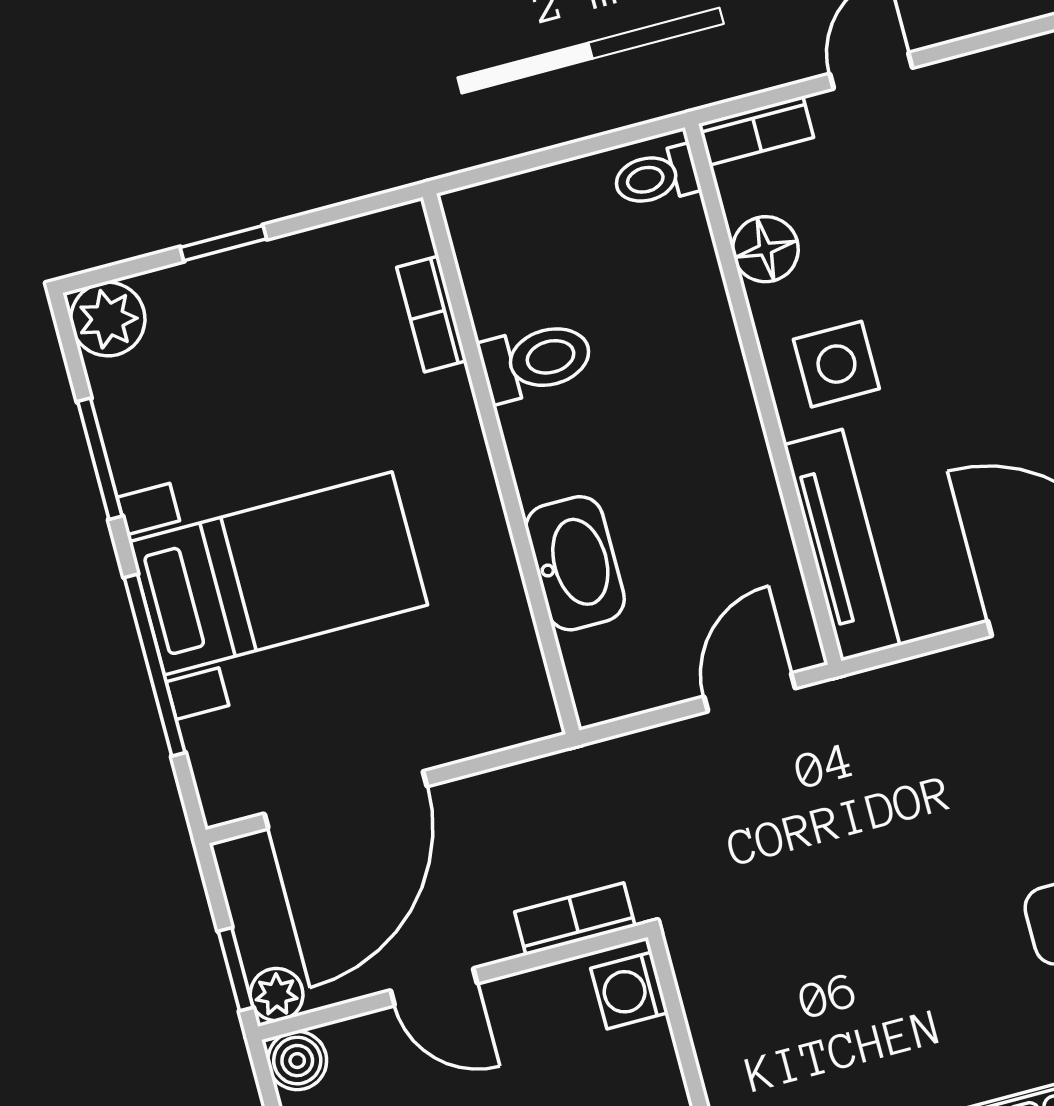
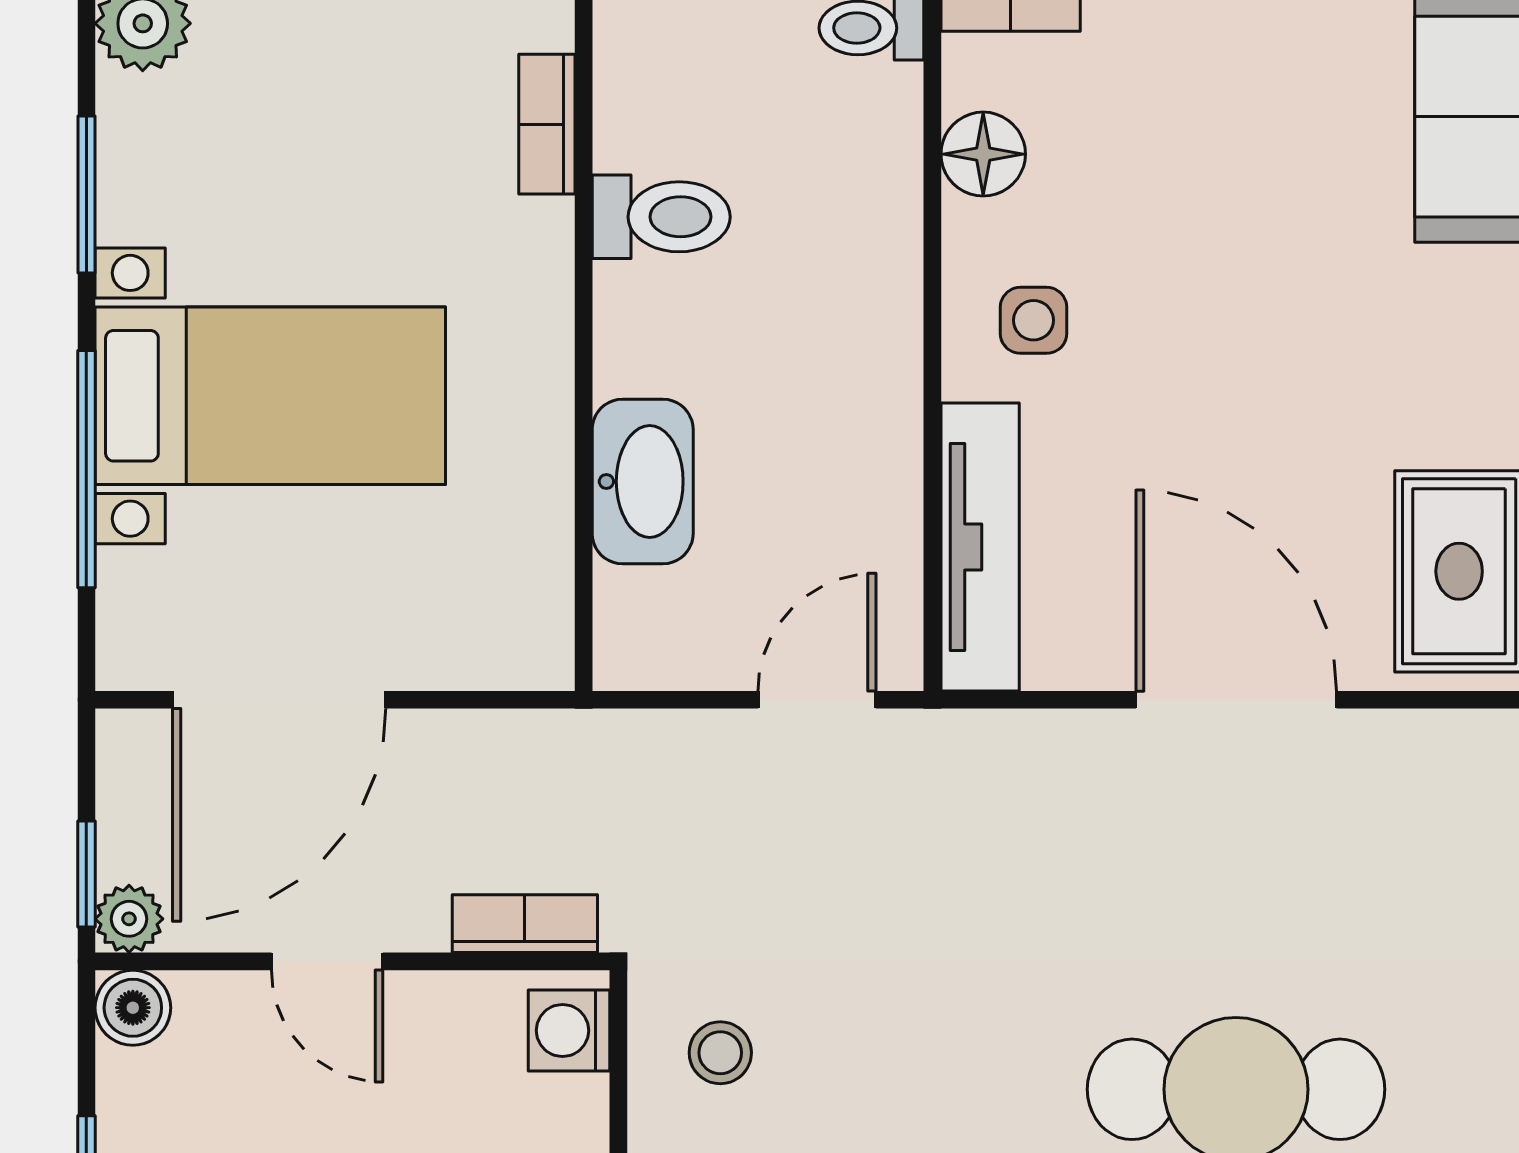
side table: (836, 364) -> (1034, 320), width x0.73, depth x0.73
stool: (748, 977) -> (720, 1053), added

